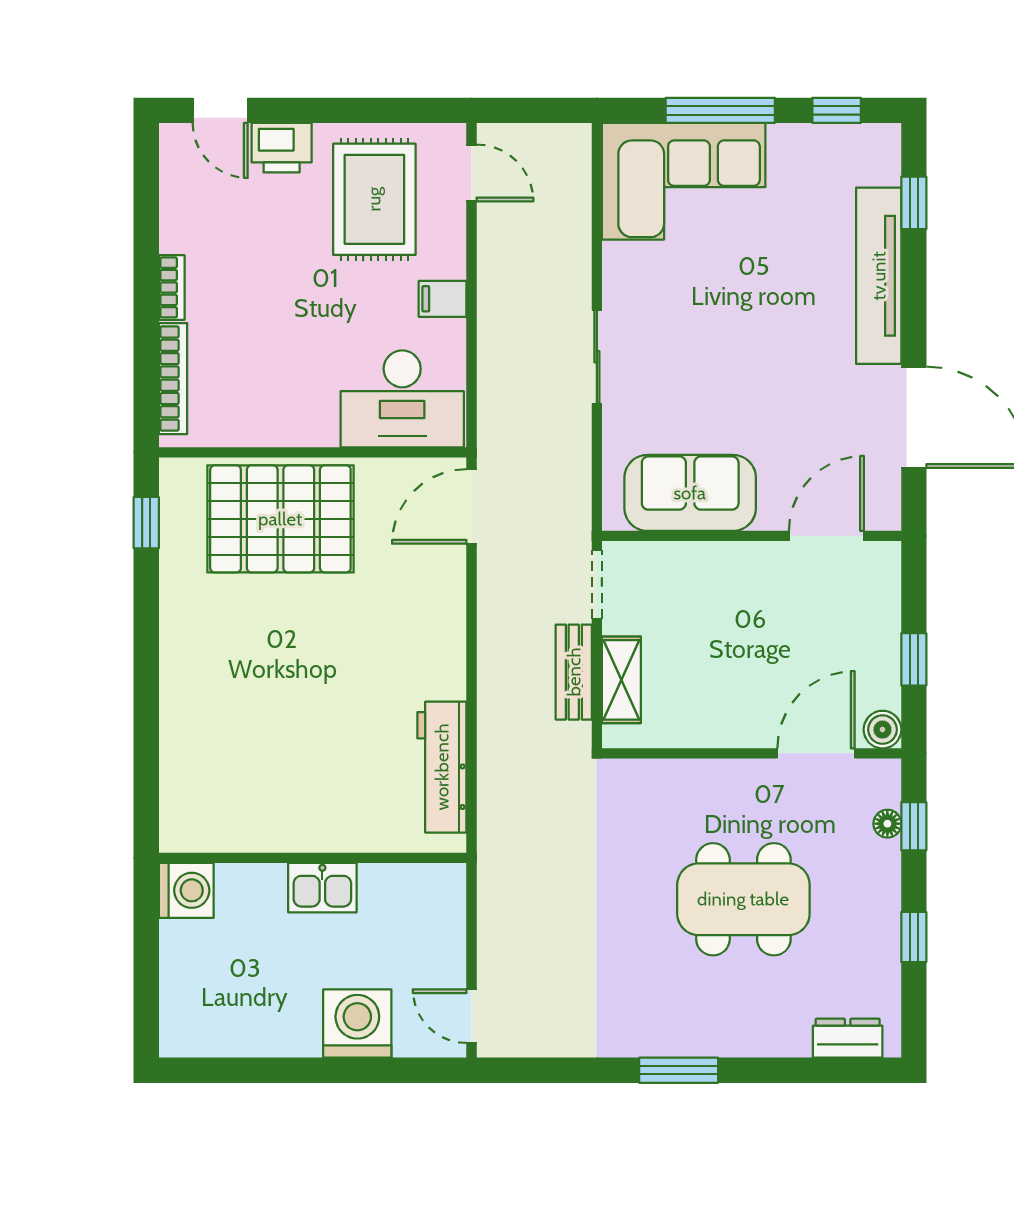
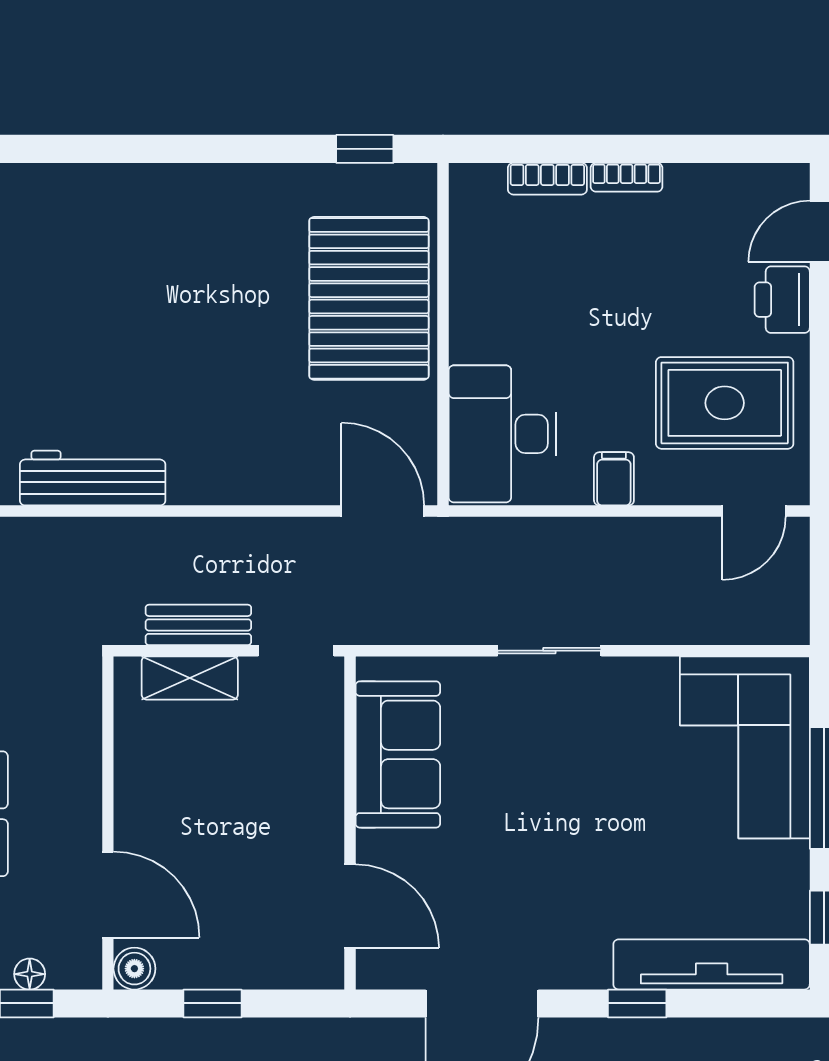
window: (914, 203) -> (637, 1003), moved
tv unit: (879, 276) -> (712, 964), moved
bookcase: (173, 379) -> (547, 179), width x0.64

